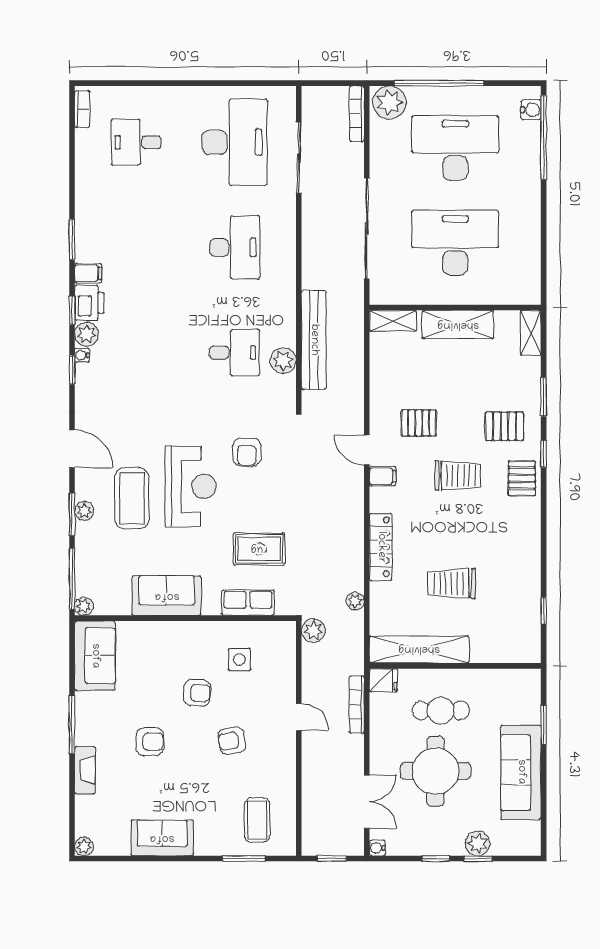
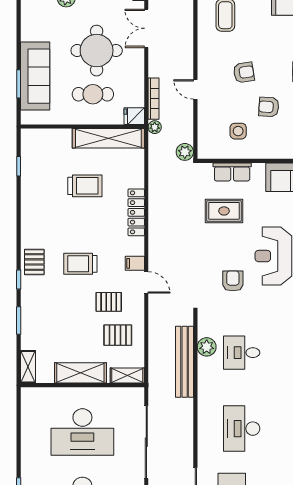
pallet: (504, 426) -> (118, 335), moved
plant: (355, 601) -> (155, 127), moved
sofa: (521, 772) -> (35, 76), moved

